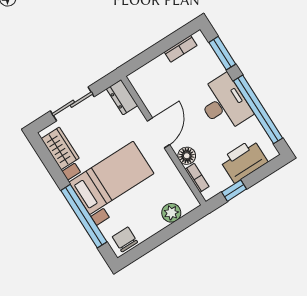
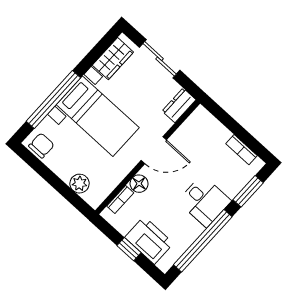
desk: (224, 103) -> (204, 201), width x0.73
window: (234, 191) -> (129, 249), moved

